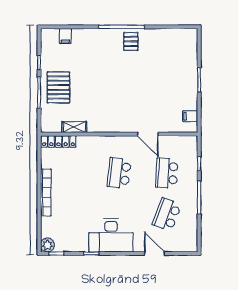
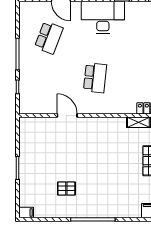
pallet: (131, 41) -> (66, 188), moved, turned 90
filing cabinet: (190, 116) -> (26, 213), moved
school desk: (167, 173) -> (49, 78), removed

